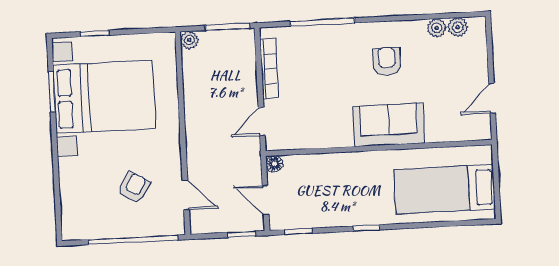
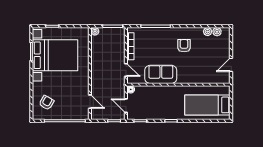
door: (262, 121) -> (126, 70), swing flipped
sofa: (389, 125) -> (161, 74), moved
armchair: (134, 188) -> (46, 103), moved

